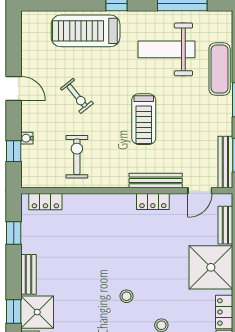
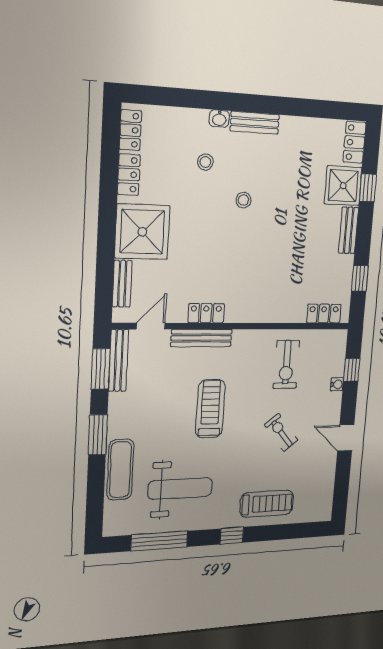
treadmill: (86, 31) -> (267, 504), width x0.73, depth x0.73

